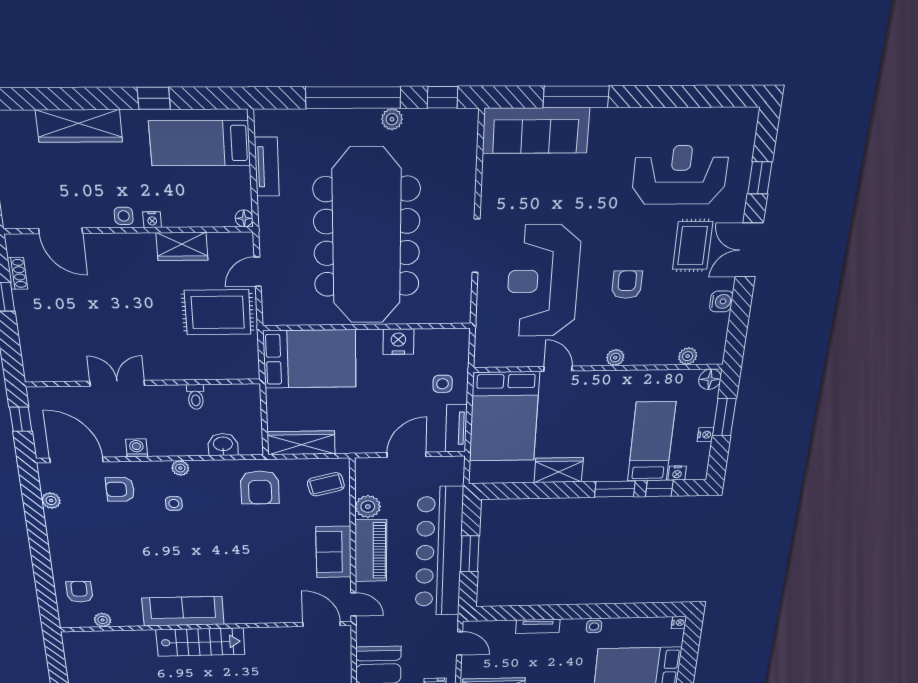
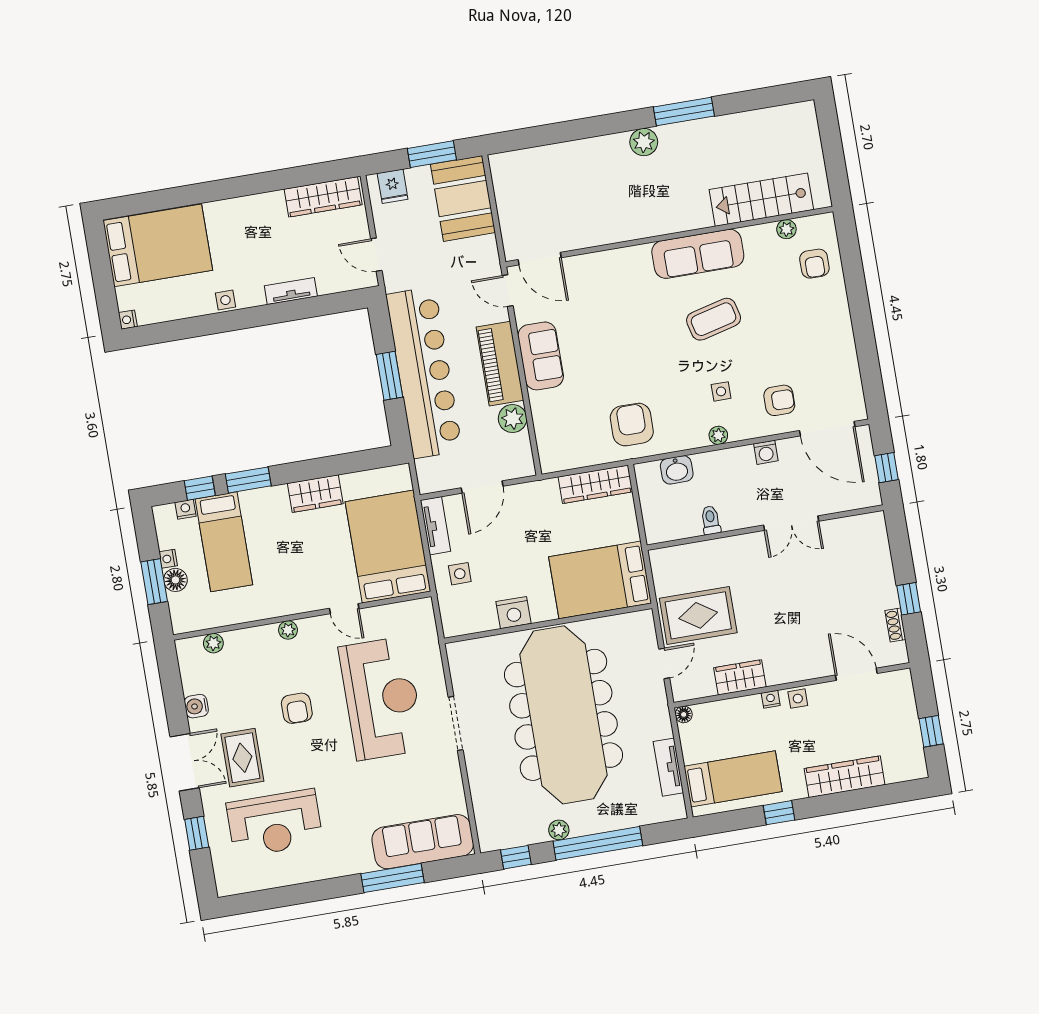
floor lamp: (710, 379) -> (175, 580), moved
coffee table: (326, 484) -> (714, 319), moved, width x1.36, depth x1.30
plant: (51, 501) -> (851, 376), removed
stairs: (201, 642) -> (761, 200), moved

